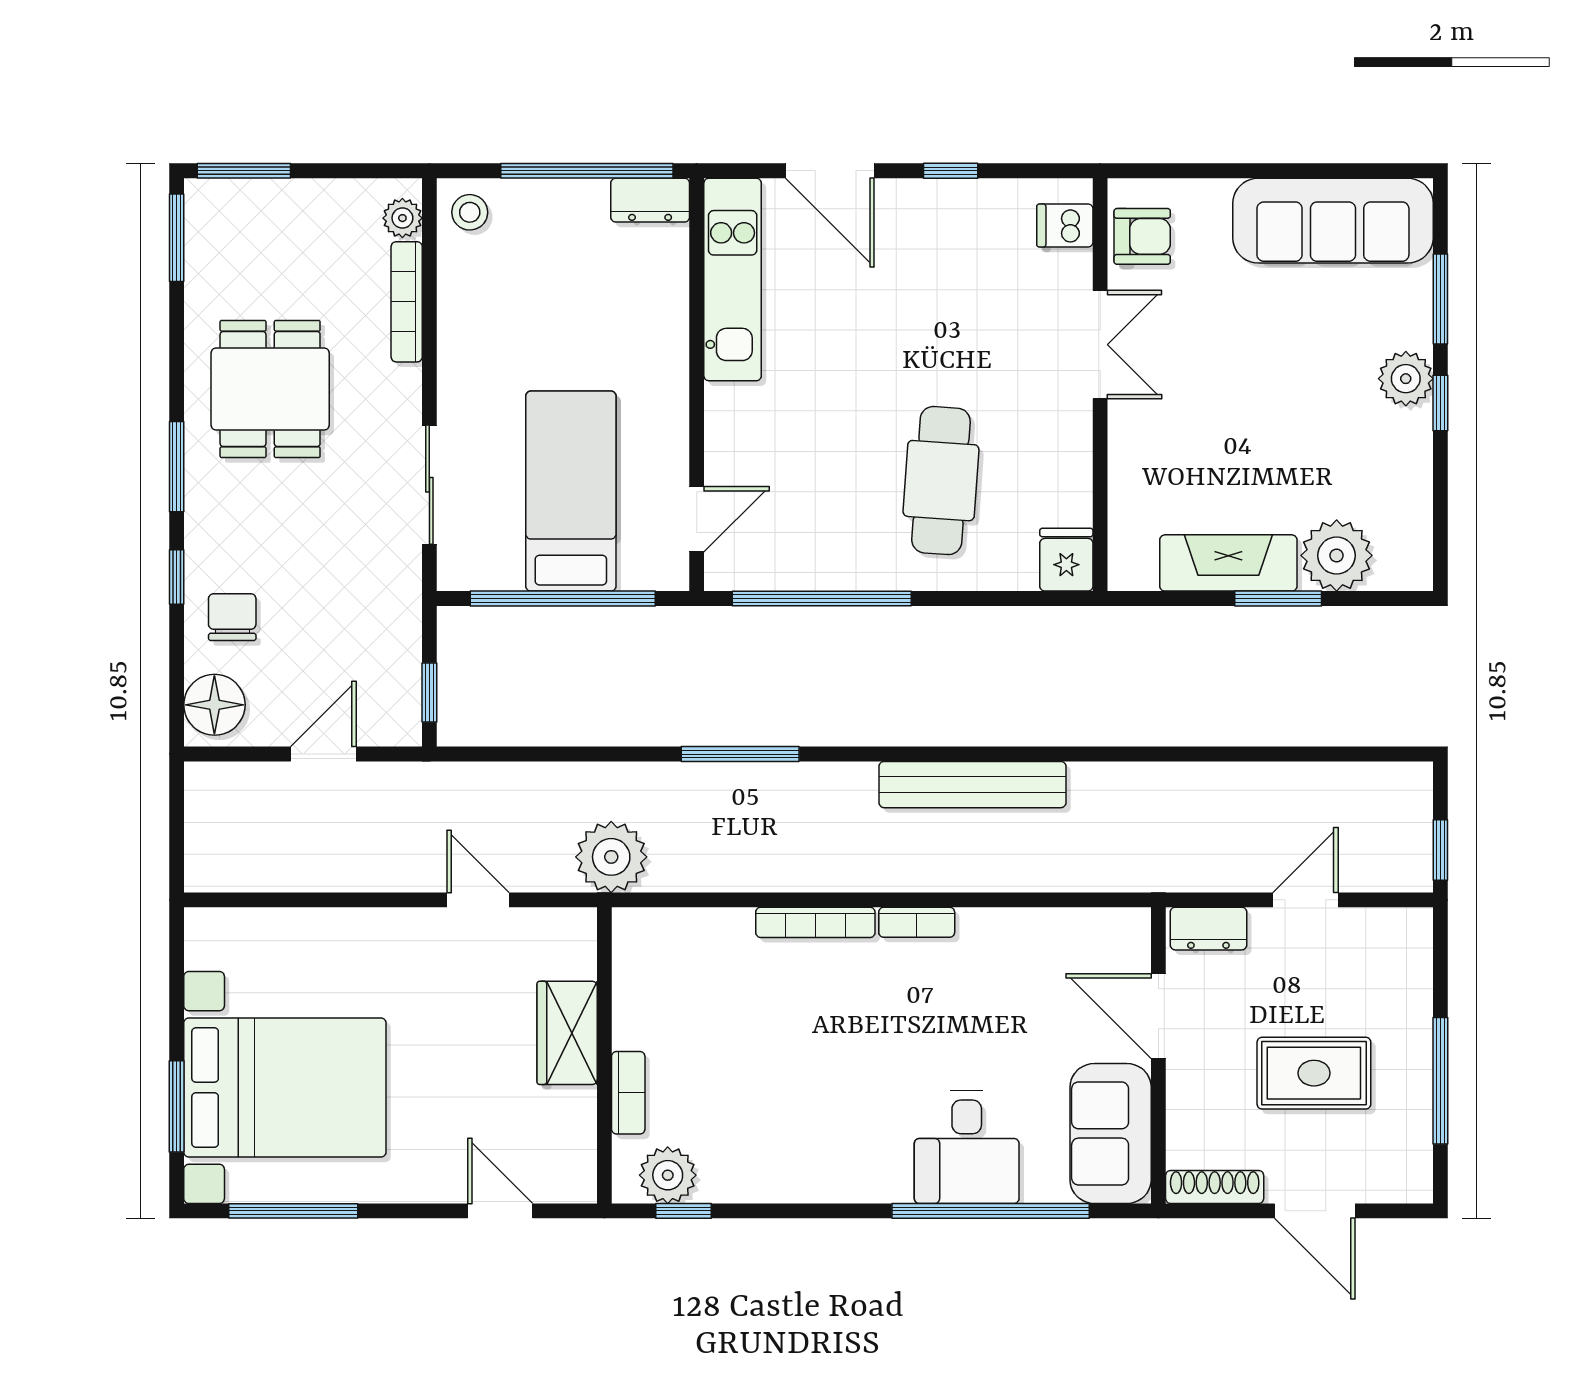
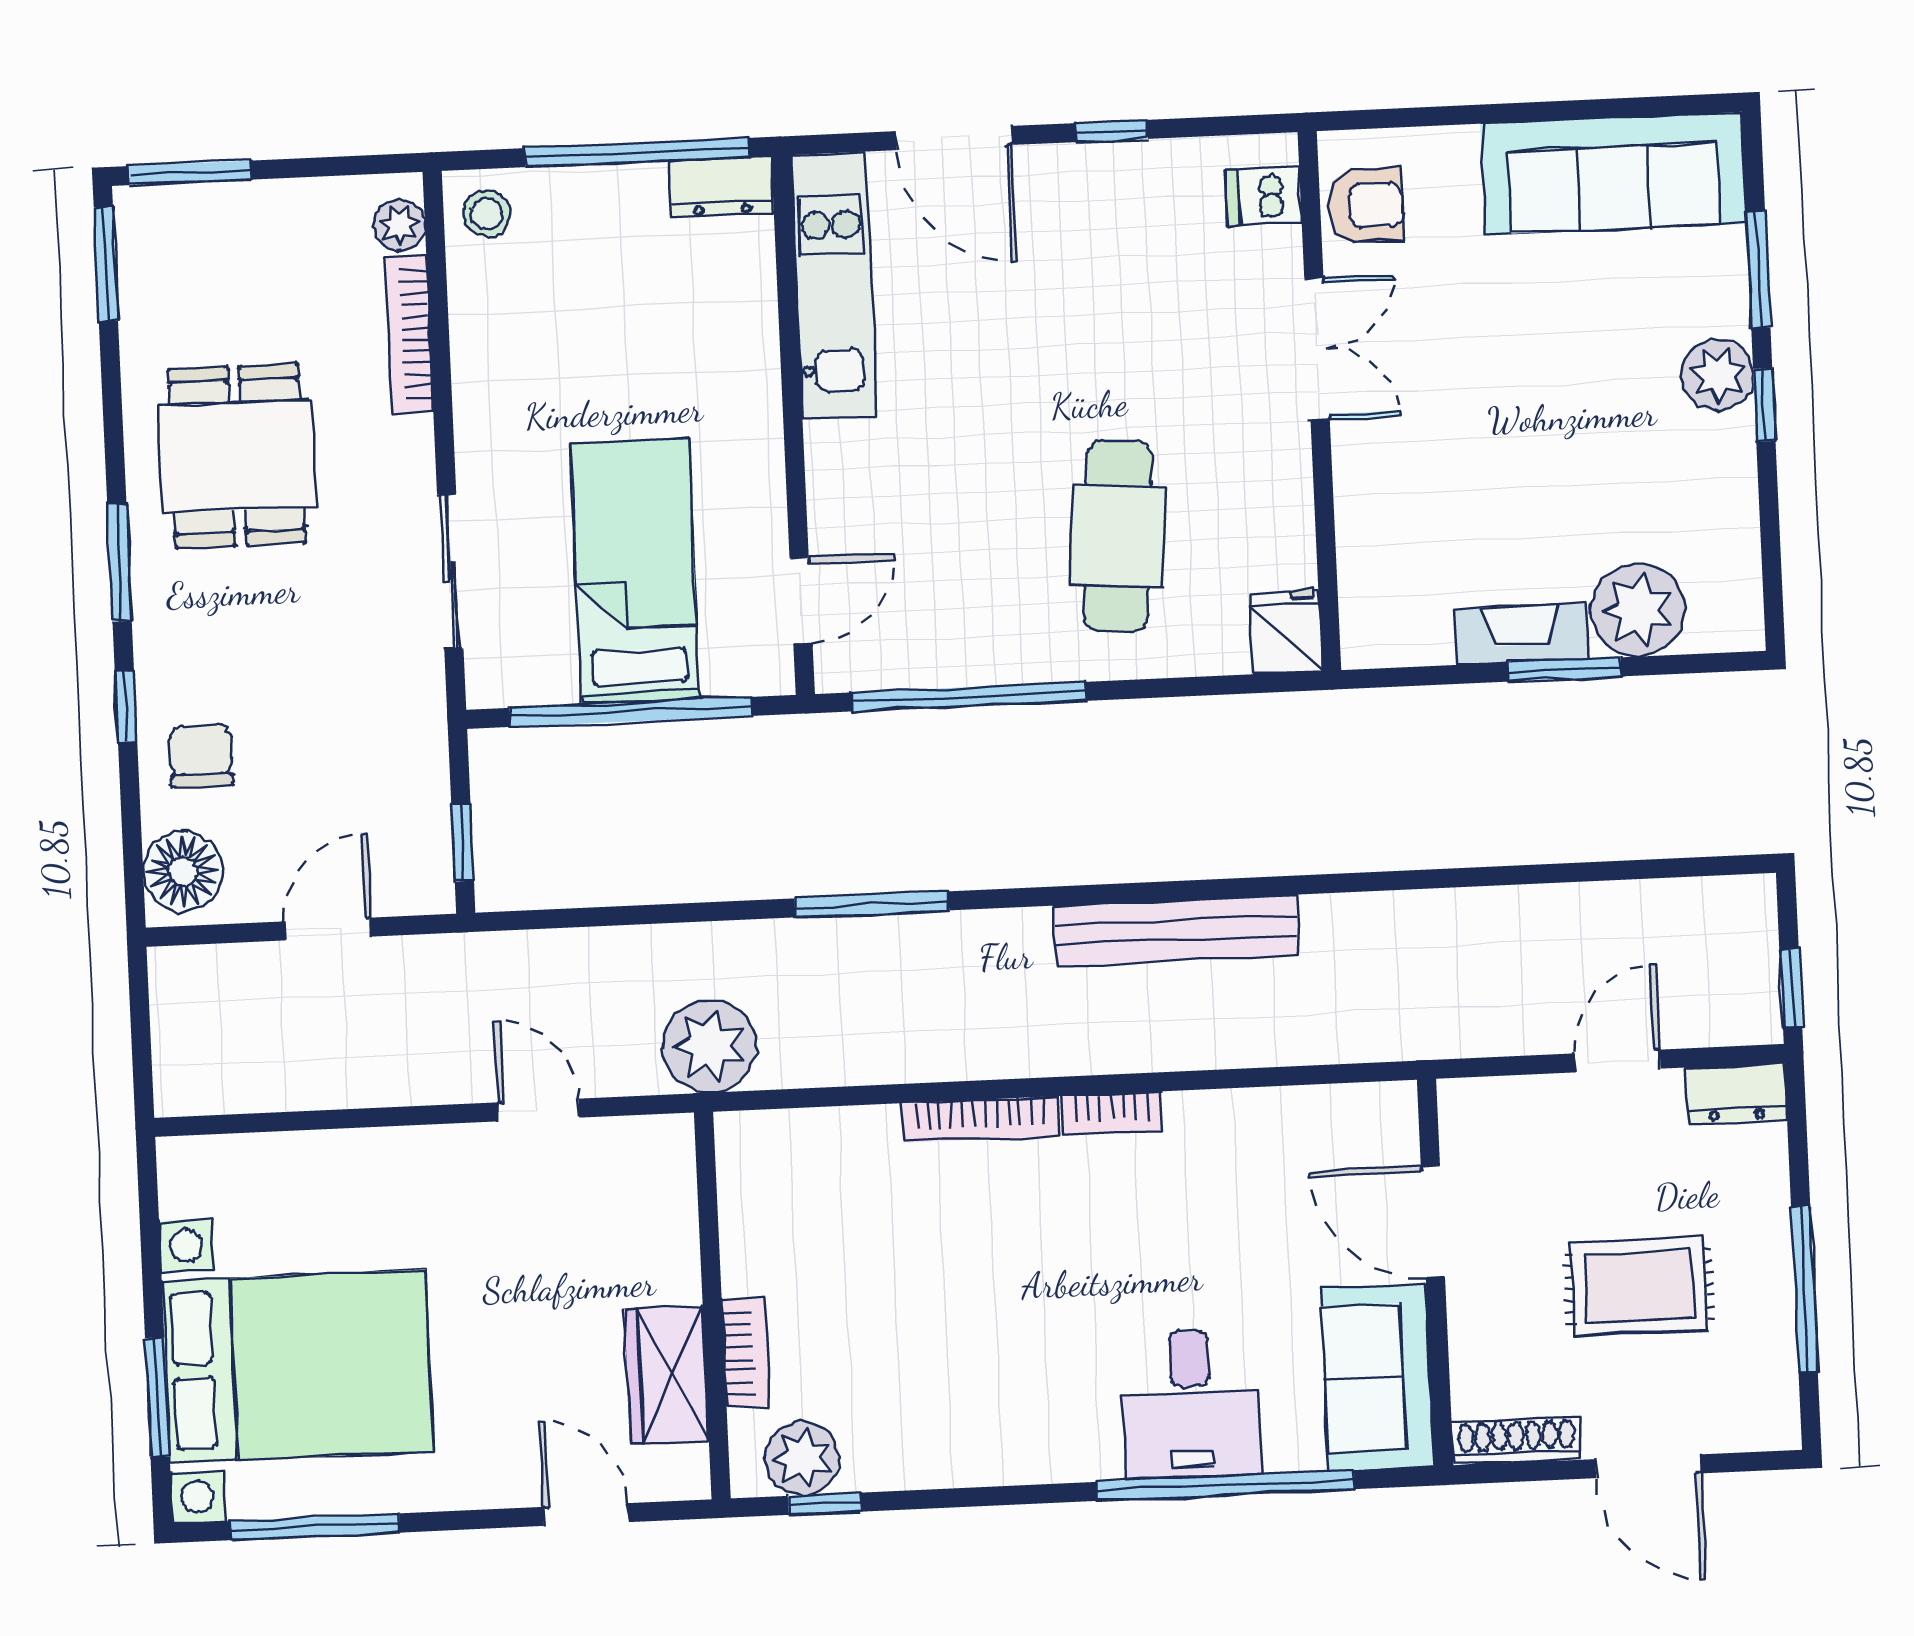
fireplace: (1228, 563) -> (1522, 634), width x0.73, depth x0.76
dresser: (1208, 929) -> (1736, 1093), moved
wardrobe: (567, 1033) -> (667, 1375), moved

